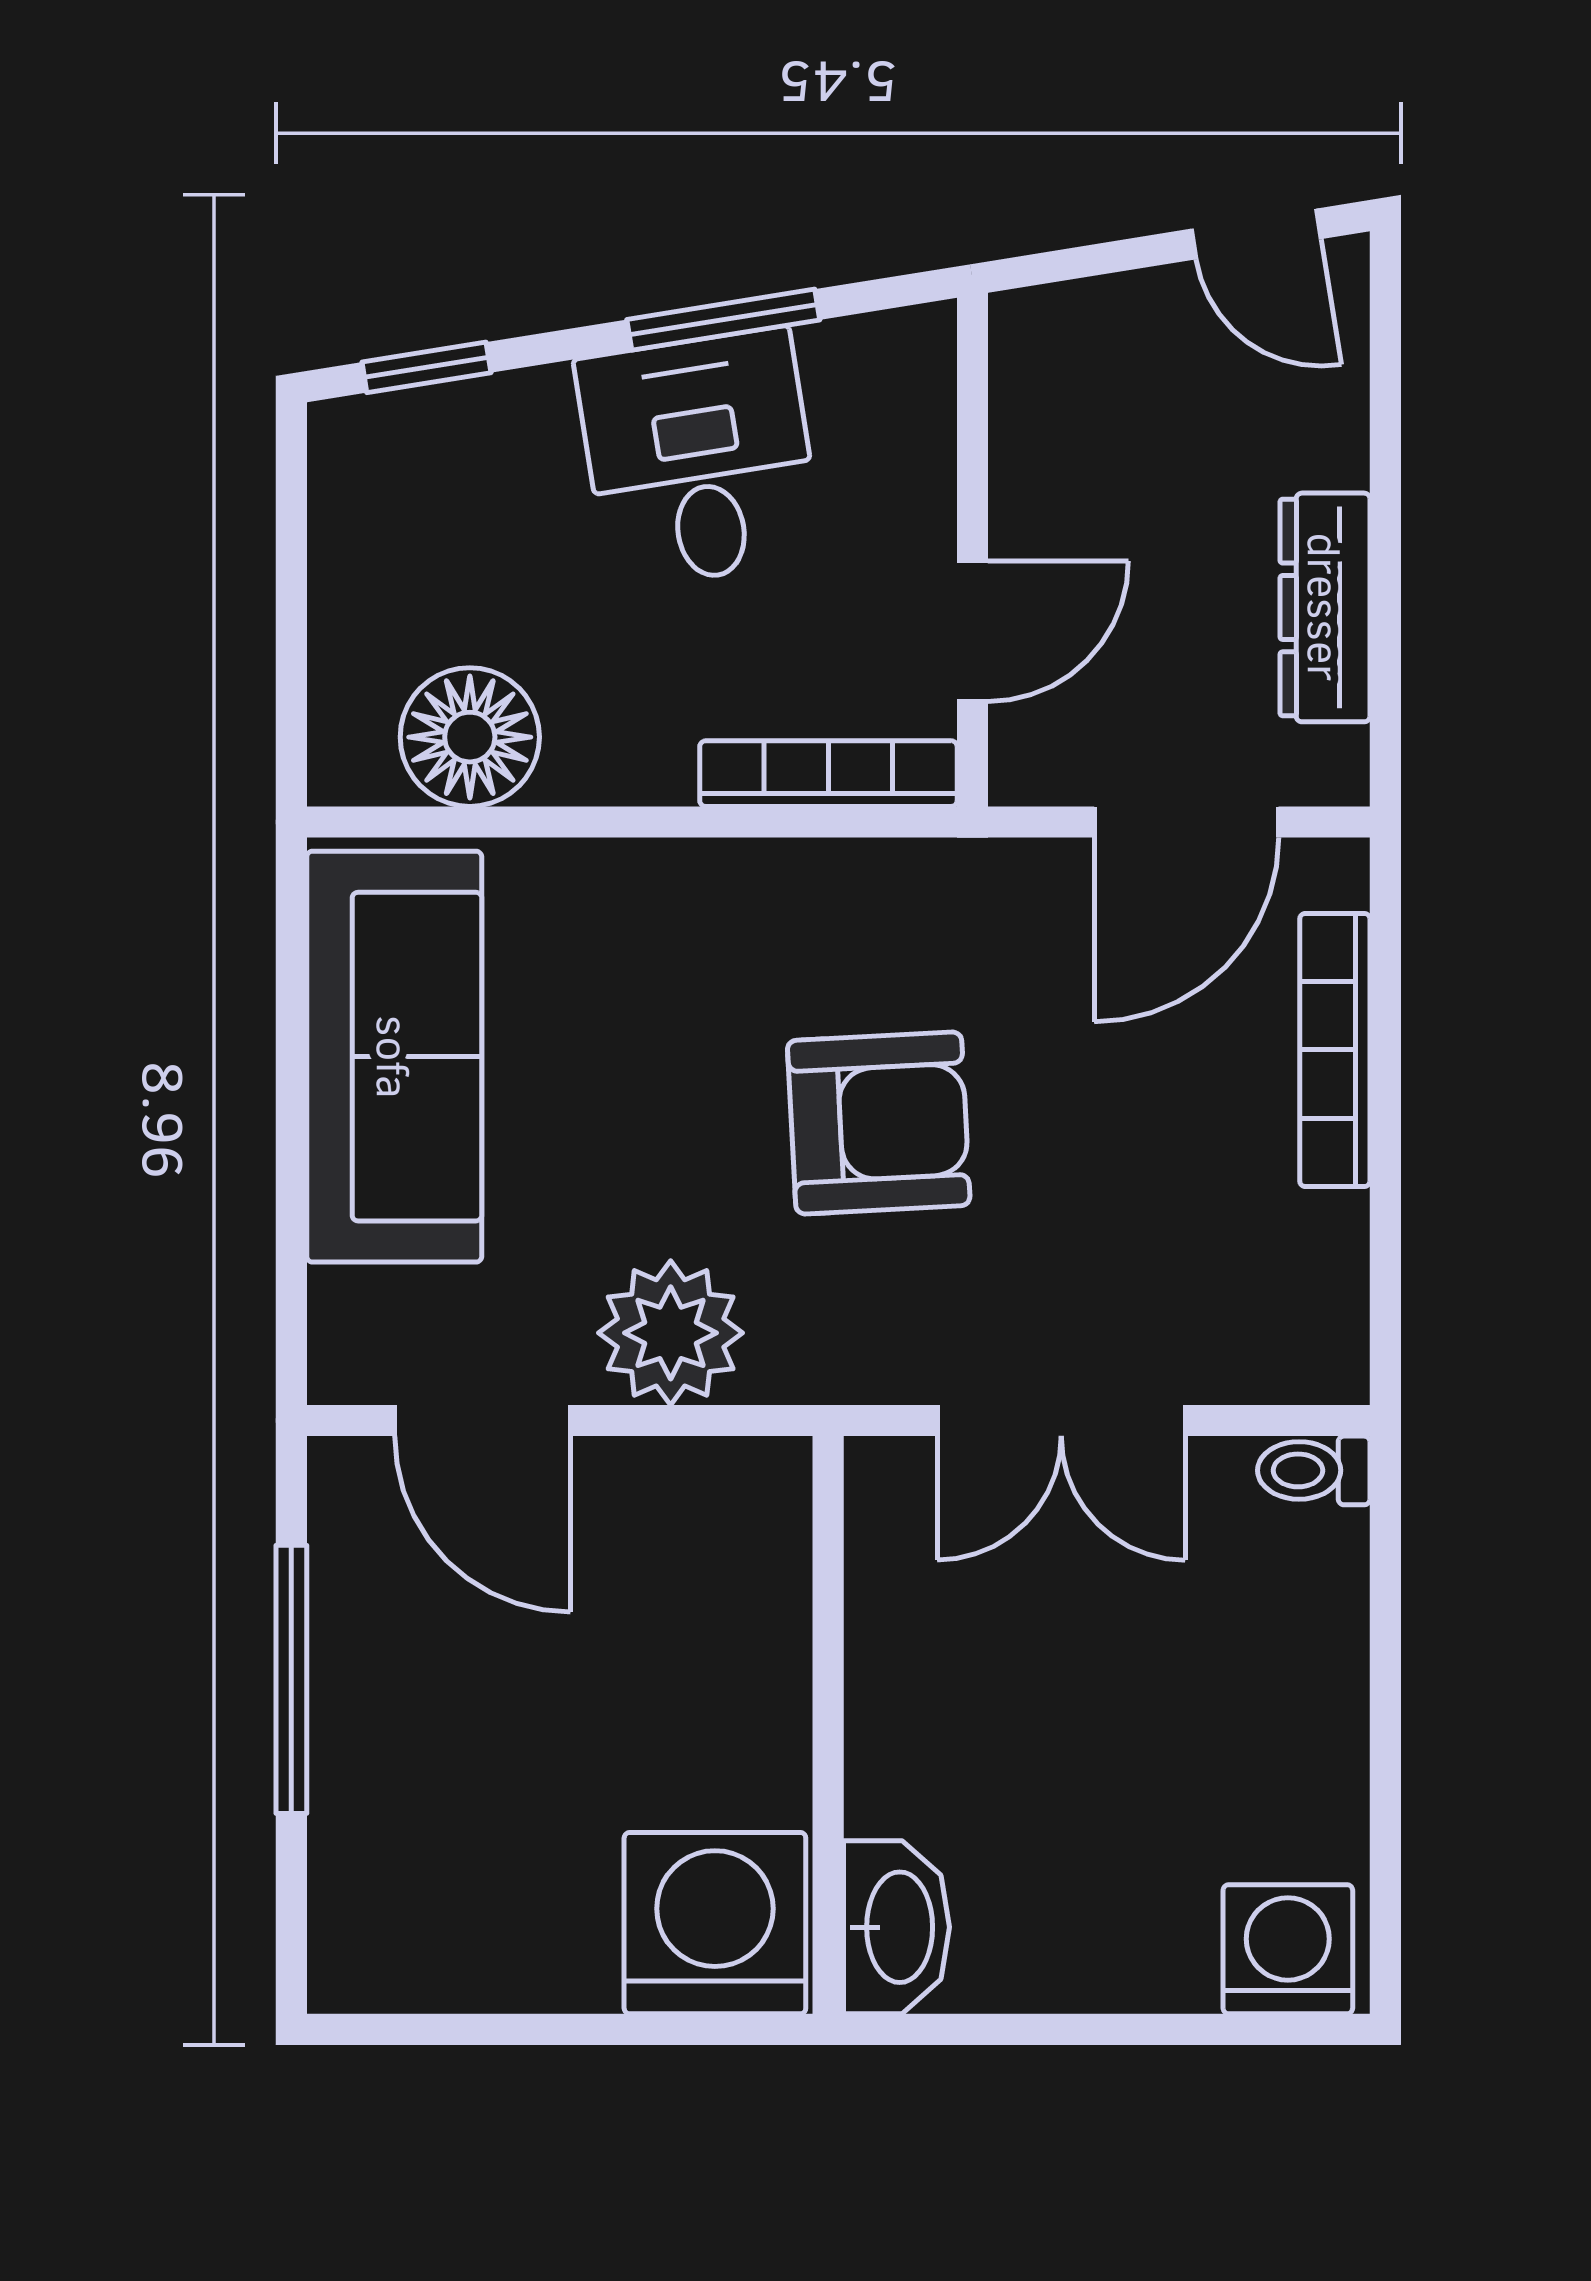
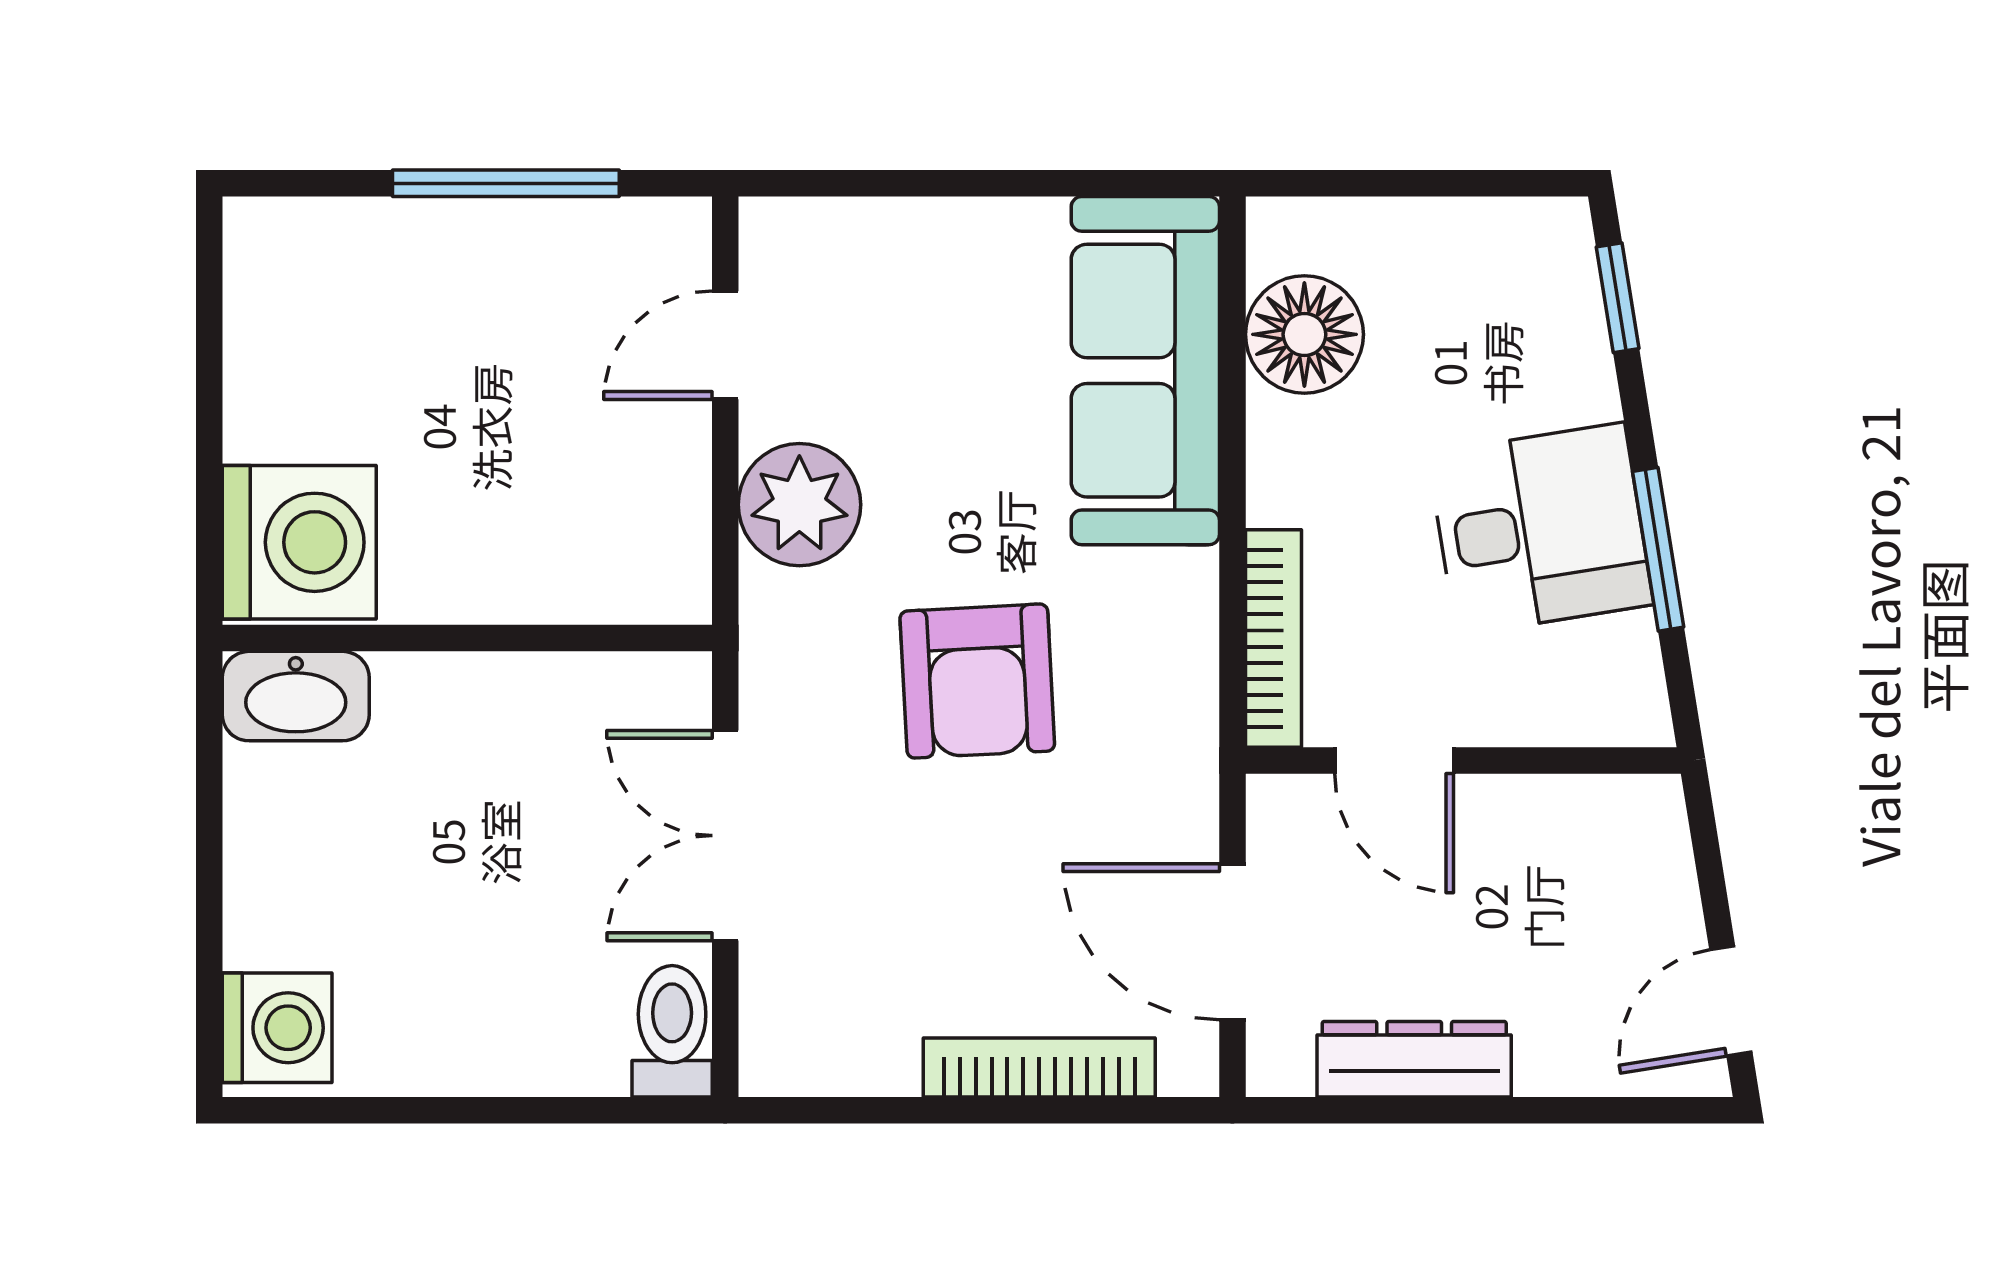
sofa: (394, 1057) -> (1145, 371), moved, turned 90
door: (483, 1421) -> (725, 345), width x0.73
toilet: (1314, 1470) -> (672, 1031), width x1.37, depth x1.39

